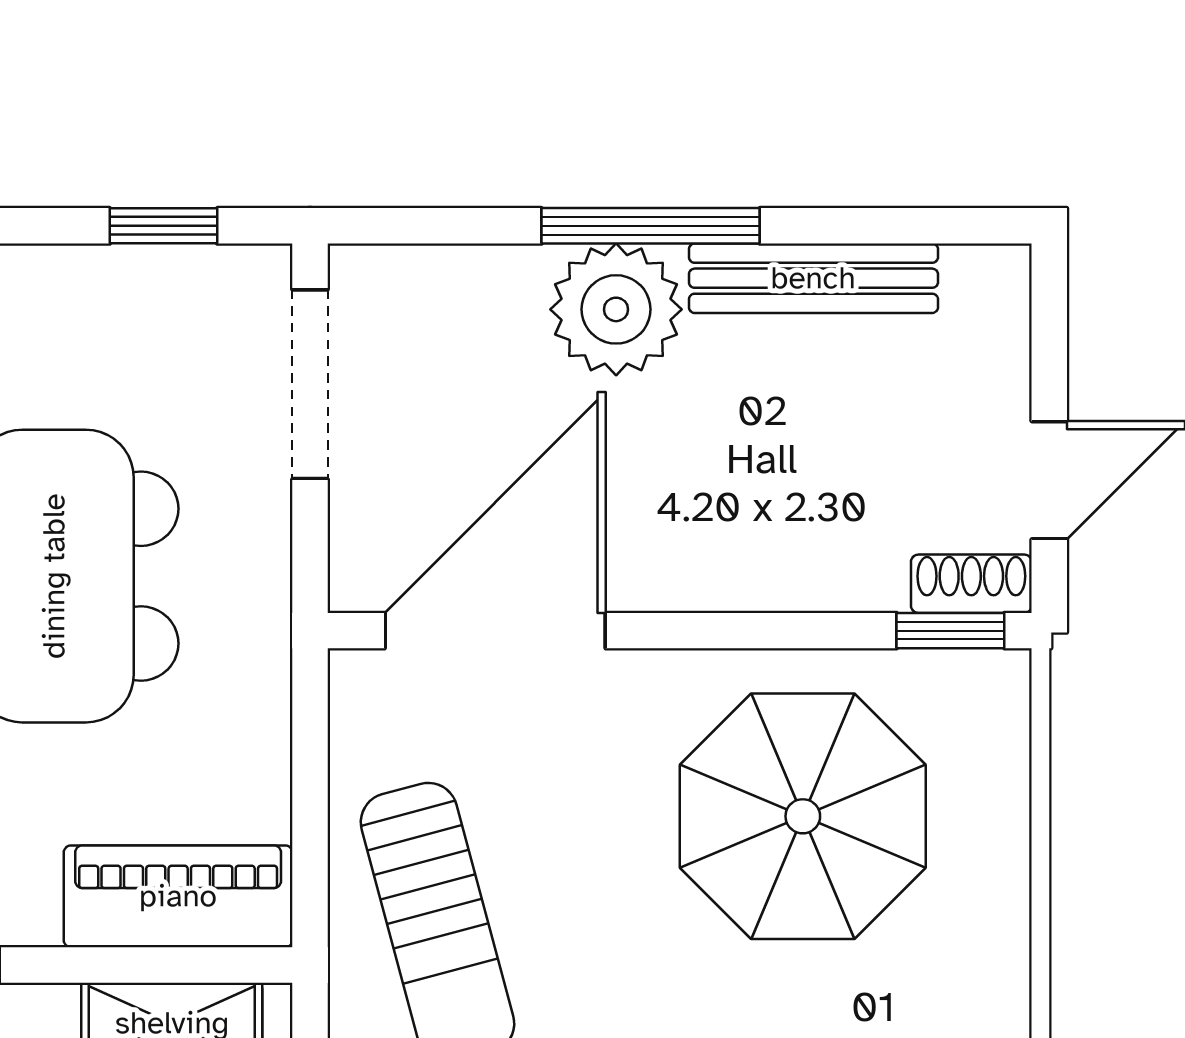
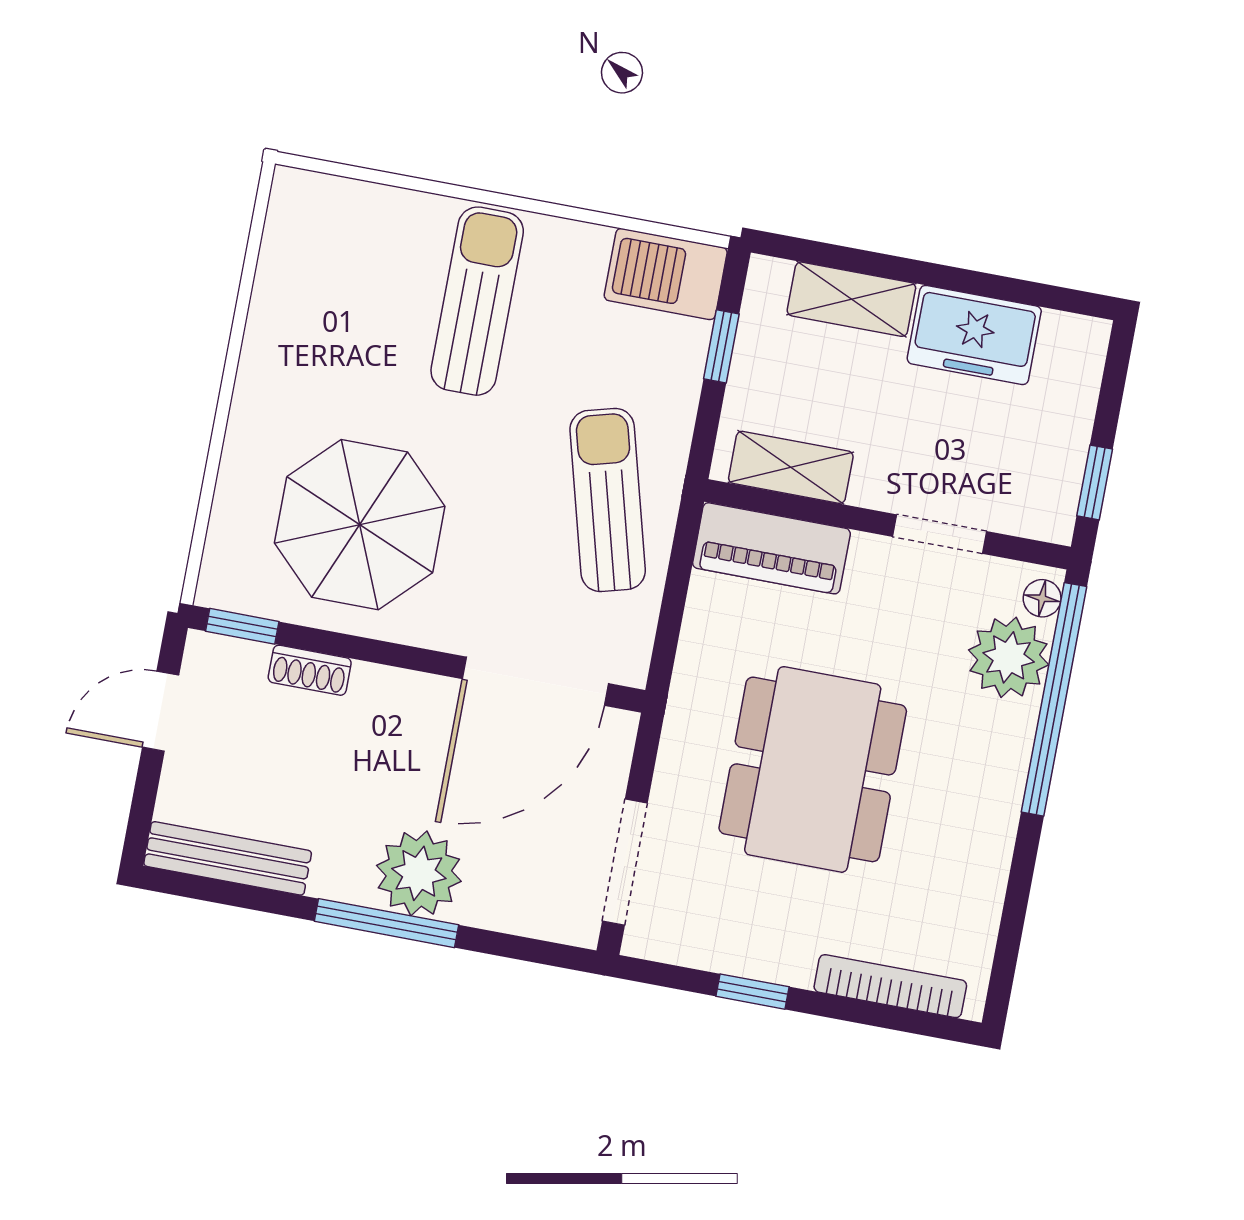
window: (163, 226) -> (753, 992), moved
bench: (813, 278) -> (228, 858), moved
shoe rack: (971, 584) -> (310, 670), moved

